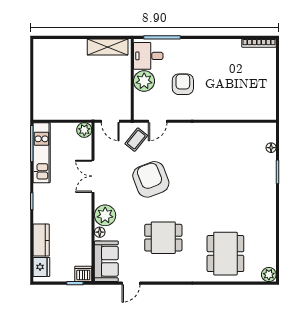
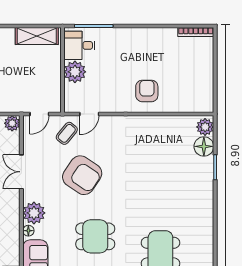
armchair: (183, 84) -> (147, 91), moved
door: (110, 121) -> (39, 114), hinge flipped
plant: (268, 133) -> (205, 127), added
floor lamp: (271, 148) -> (204, 146), width x1.89, depth x1.89
armchair: (151, 179) -> (82, 175), turned 145

